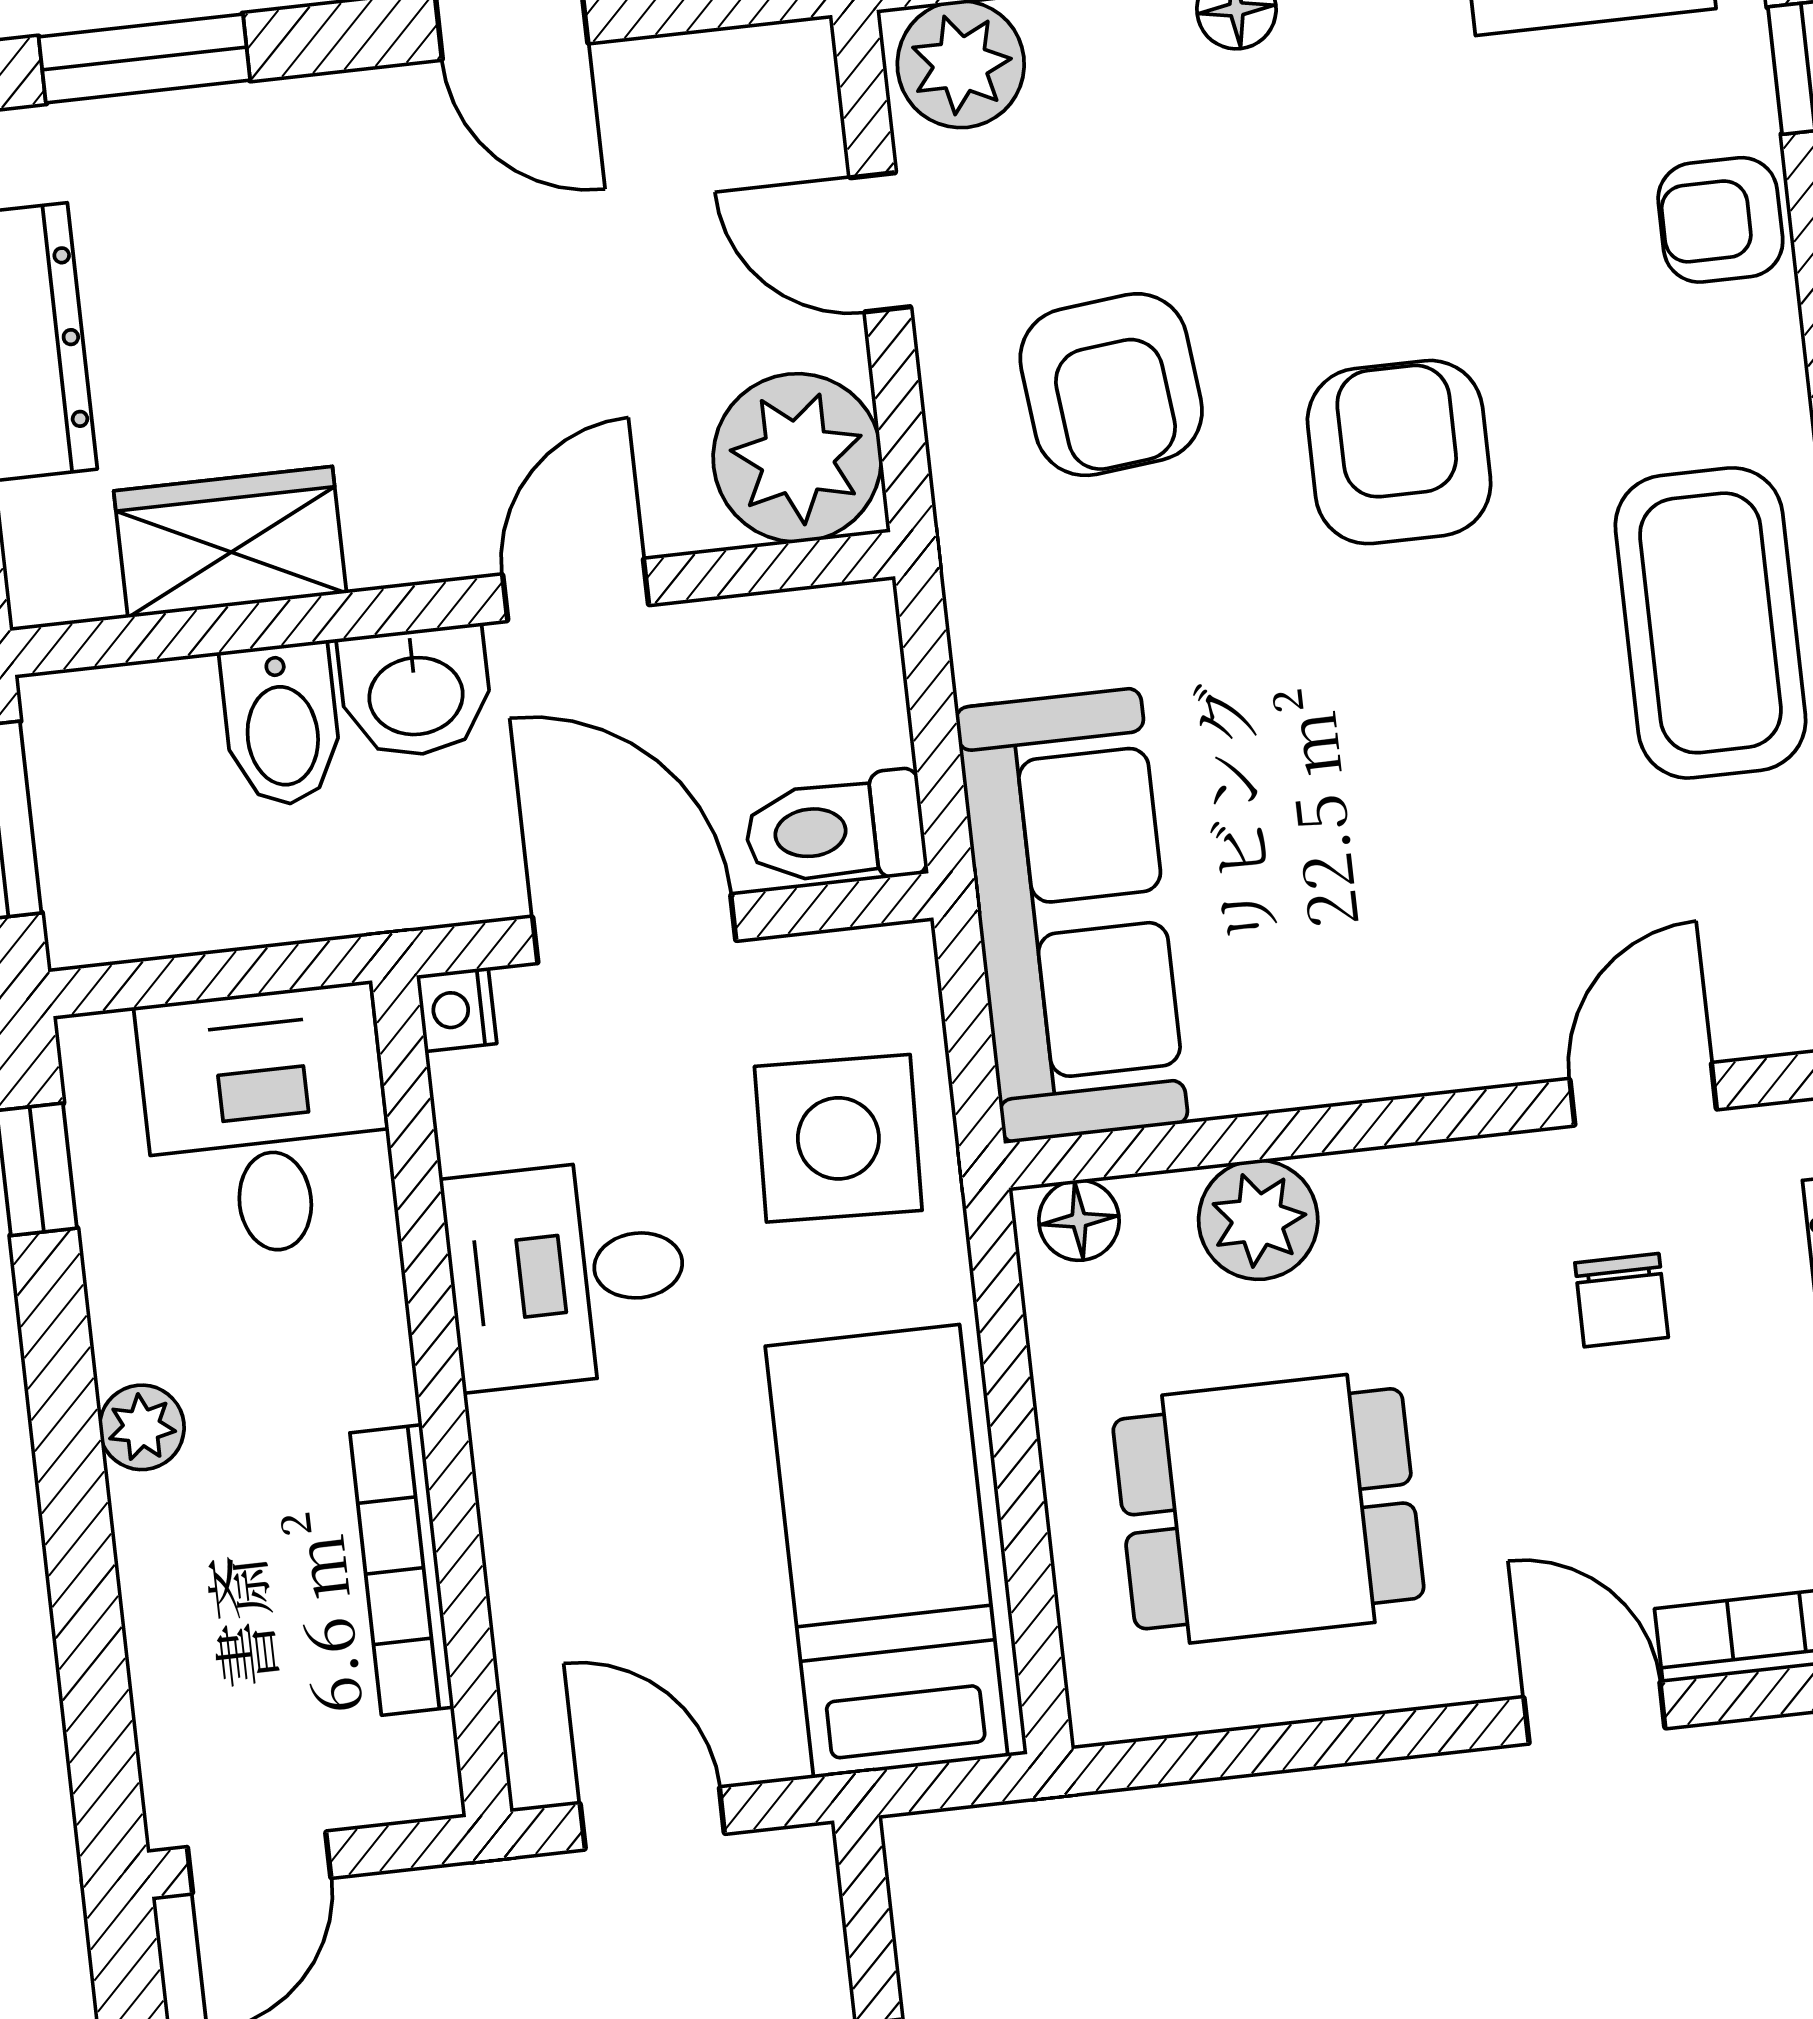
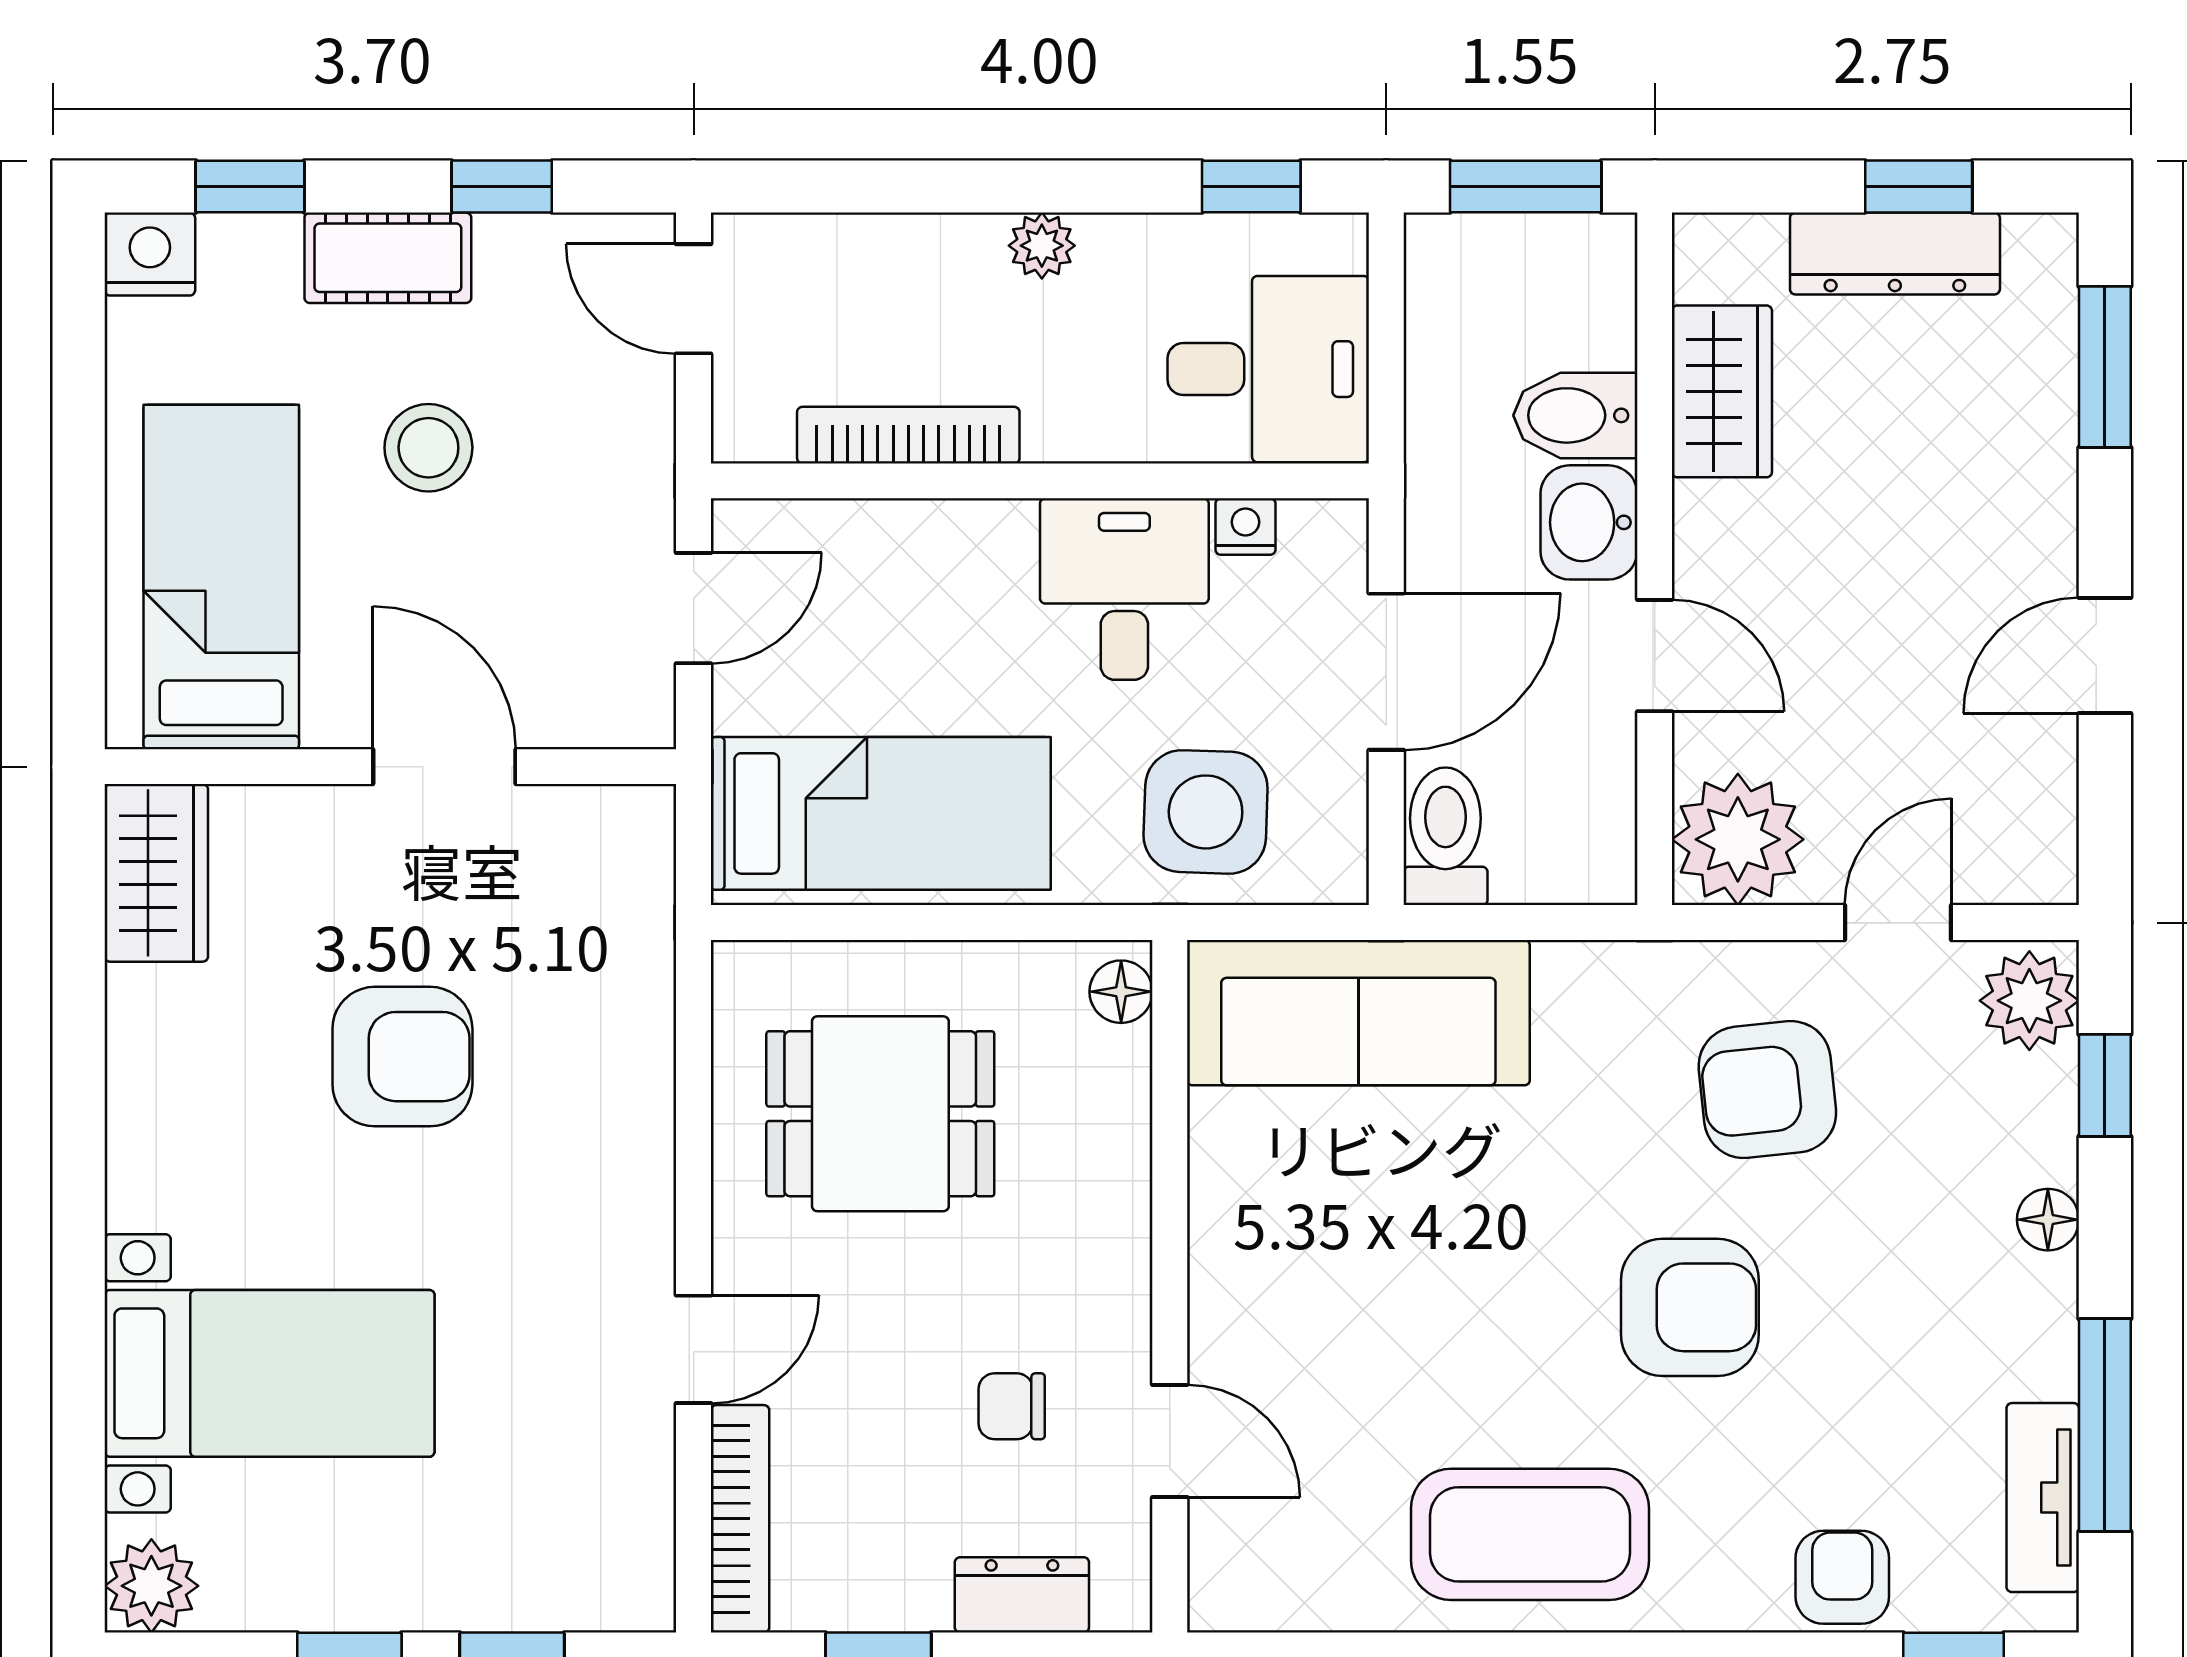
nightstand: (457, 1010) -> (1245, 527), moved
plant: (1258, 1220) -> (1106, 1131), removed
dining table: (1268, 1509) -> (880, 1114), turned 90

